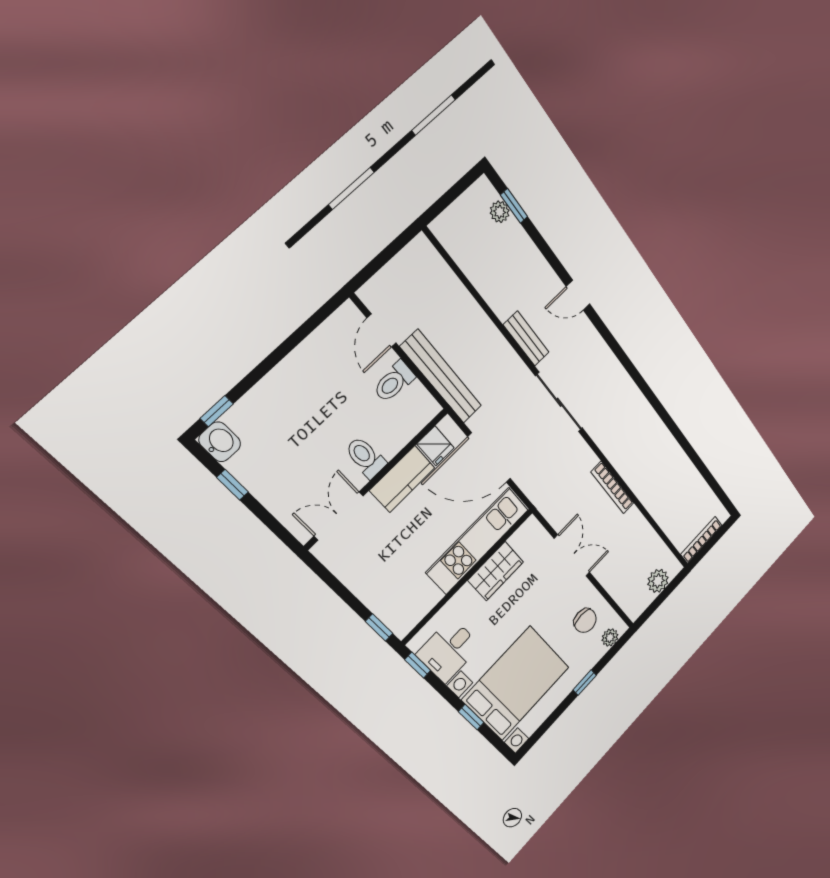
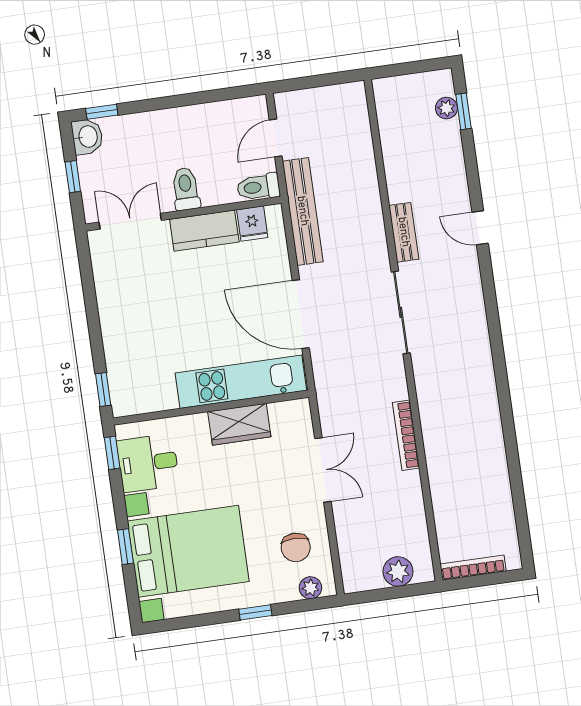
fridge: (435, 446) -> (252, 224), moved
toilet: (366, 457) -> (186, 189), moved
wall: (377, 478) -> (183, 214), moved
kitchen counter: (402, 479) -> (204, 231), moved
double door: (339, 516) -> (130, 221), moved

